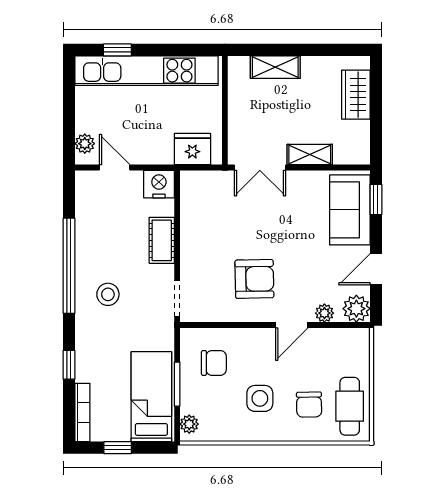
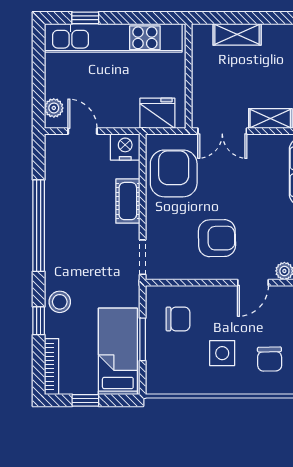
armchair: (209, 212) -> (174, 173), added
stool: (108, 294) -> (60, 302), moved
plant: (189, 424) -> (154, 378), removed

